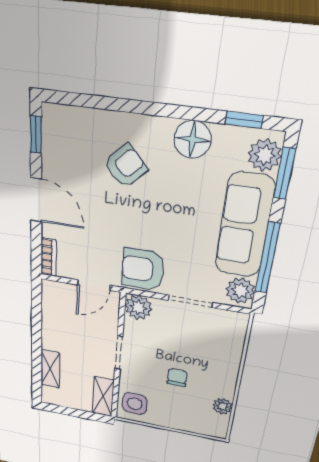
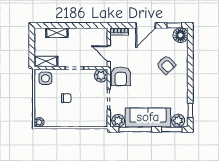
floor lamp: (192, 139) -> (181, 35), moved
armchair: (143, 269) -> (121, 76), turned 180
plant: (222, 406) -> (39, 122), moved

